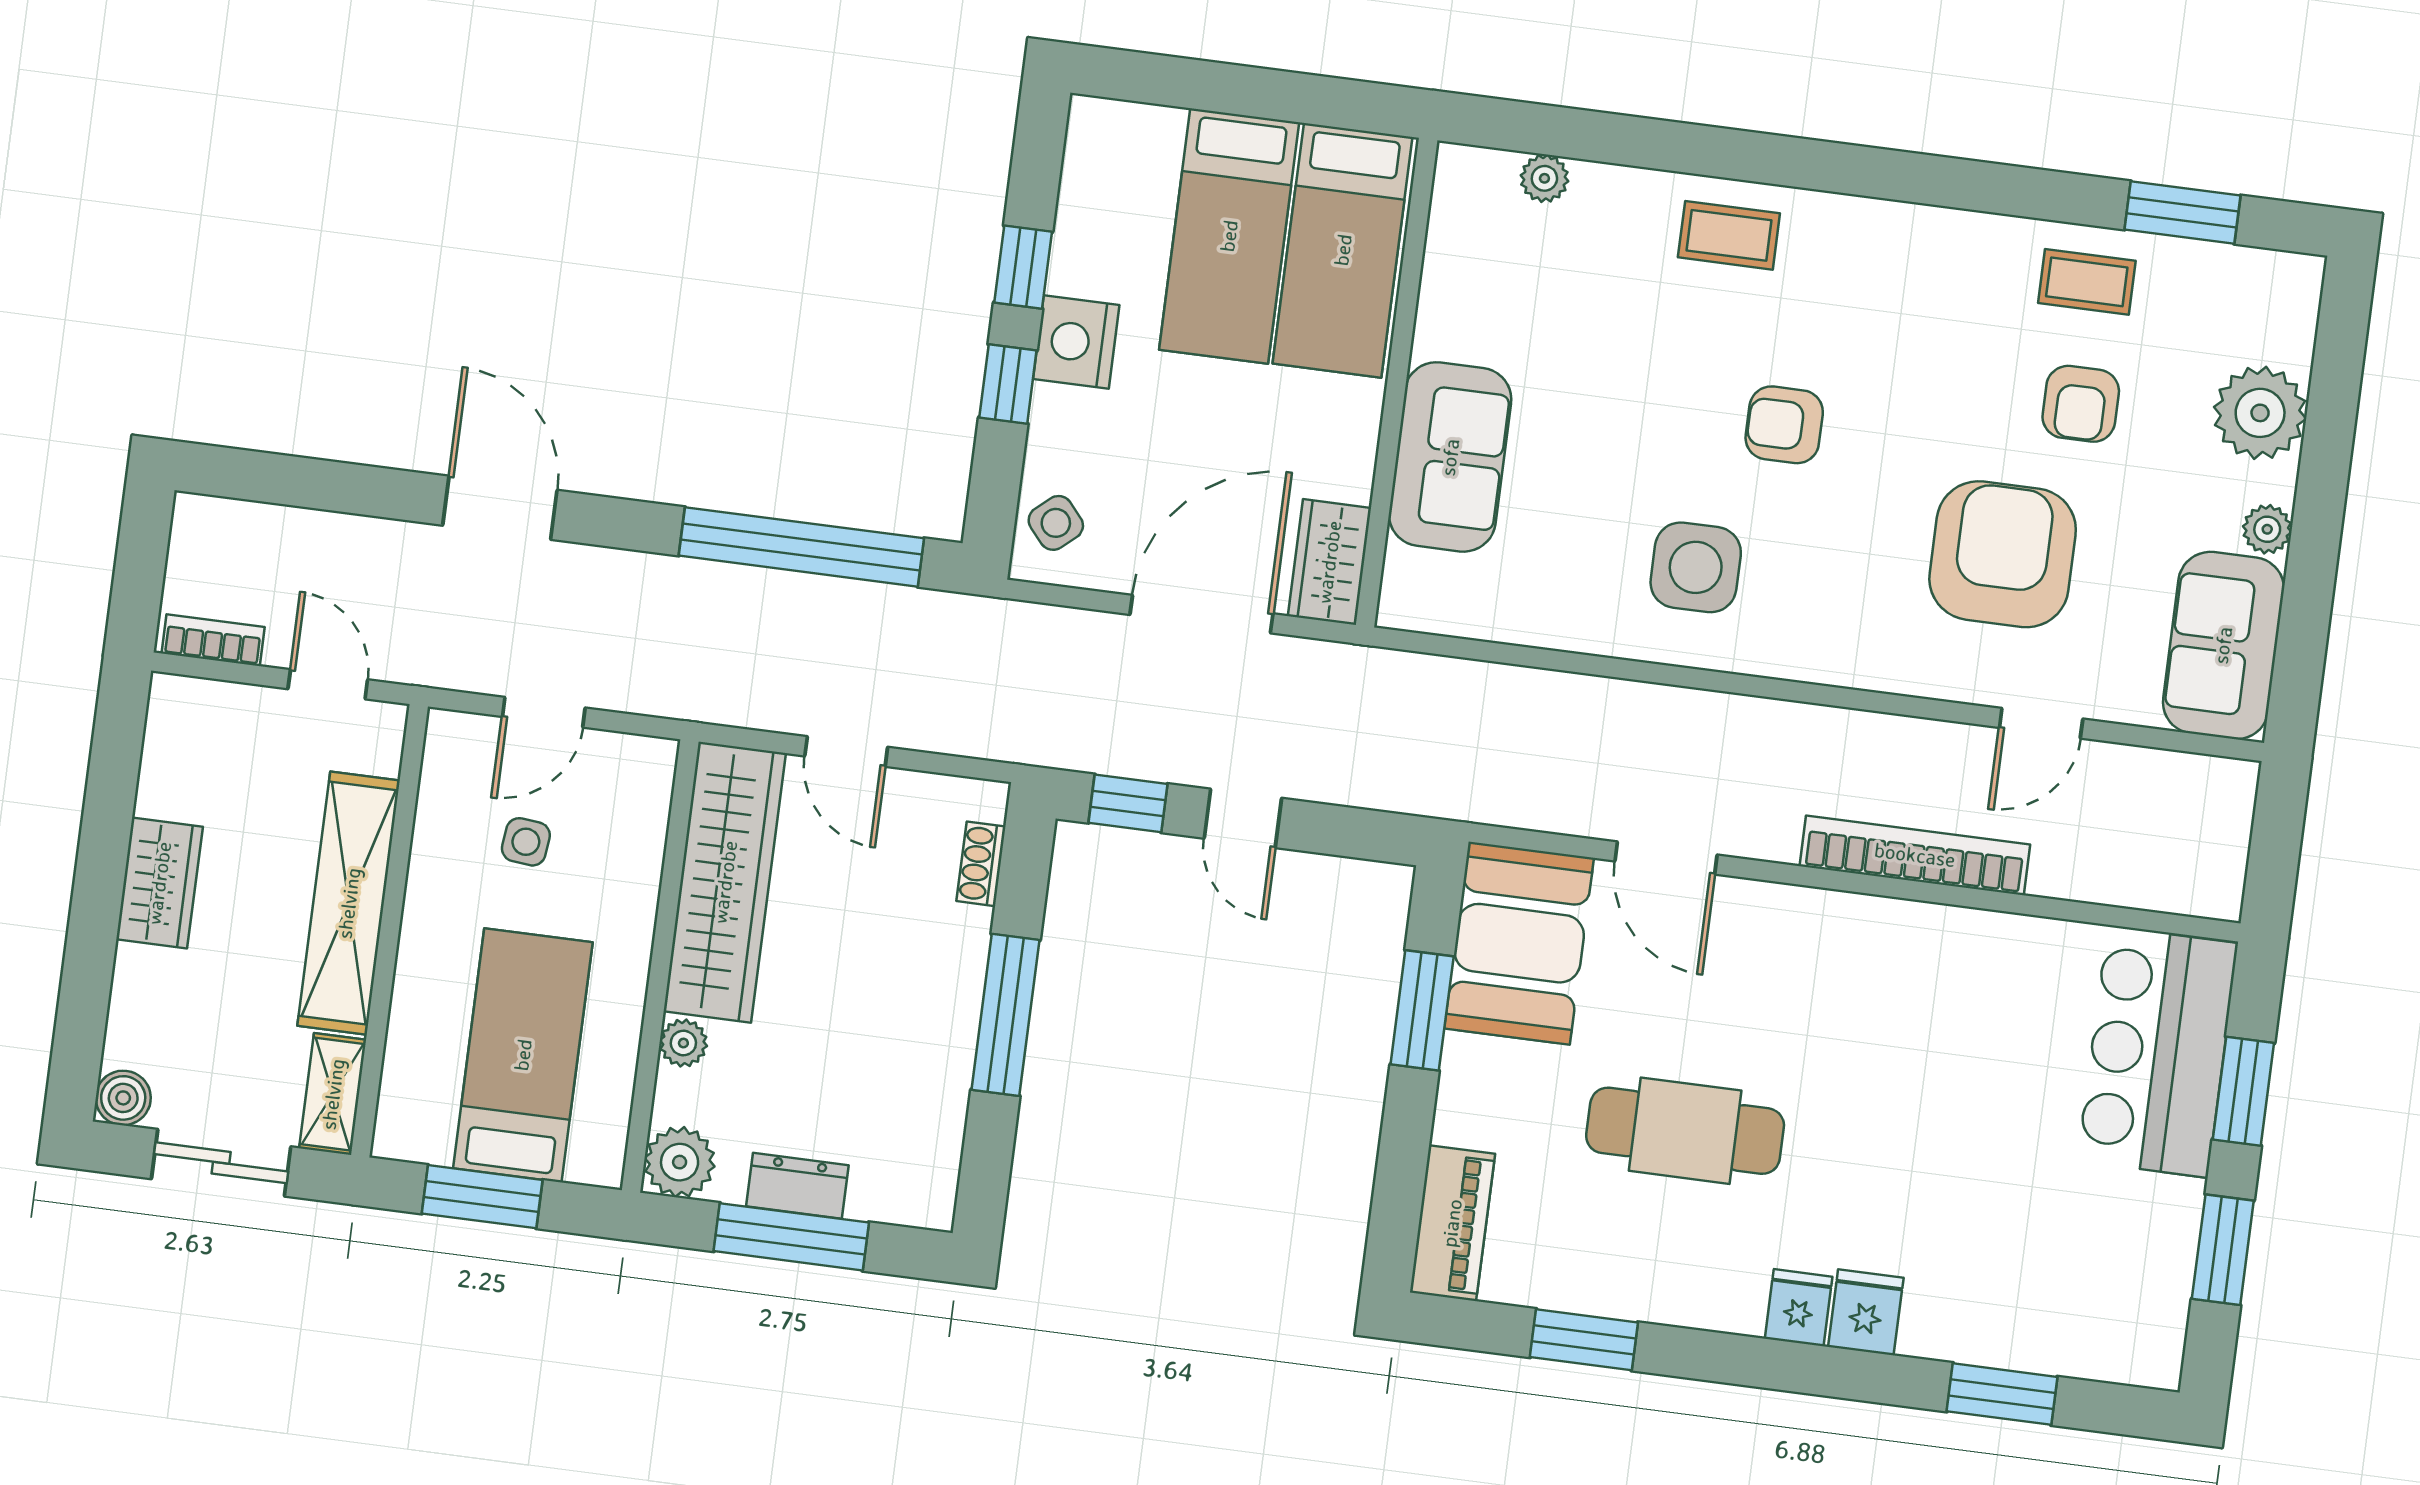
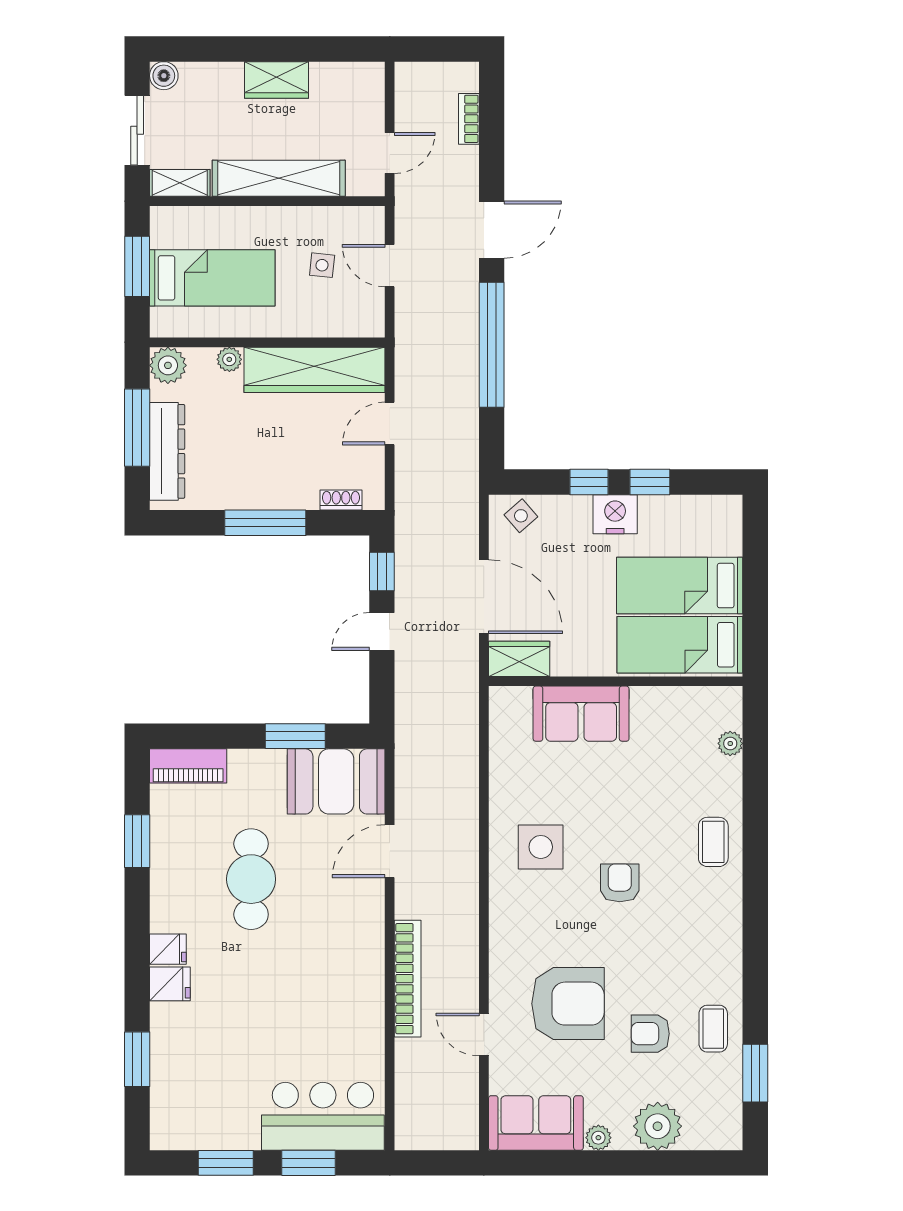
window: (801, 547) -> (492, 345), moved
bookcase: (213, 640) -> (469, 119), moved, turned 180
dresser: (797, 1186) -> (167, 451), width x1.96, depth x1.24

